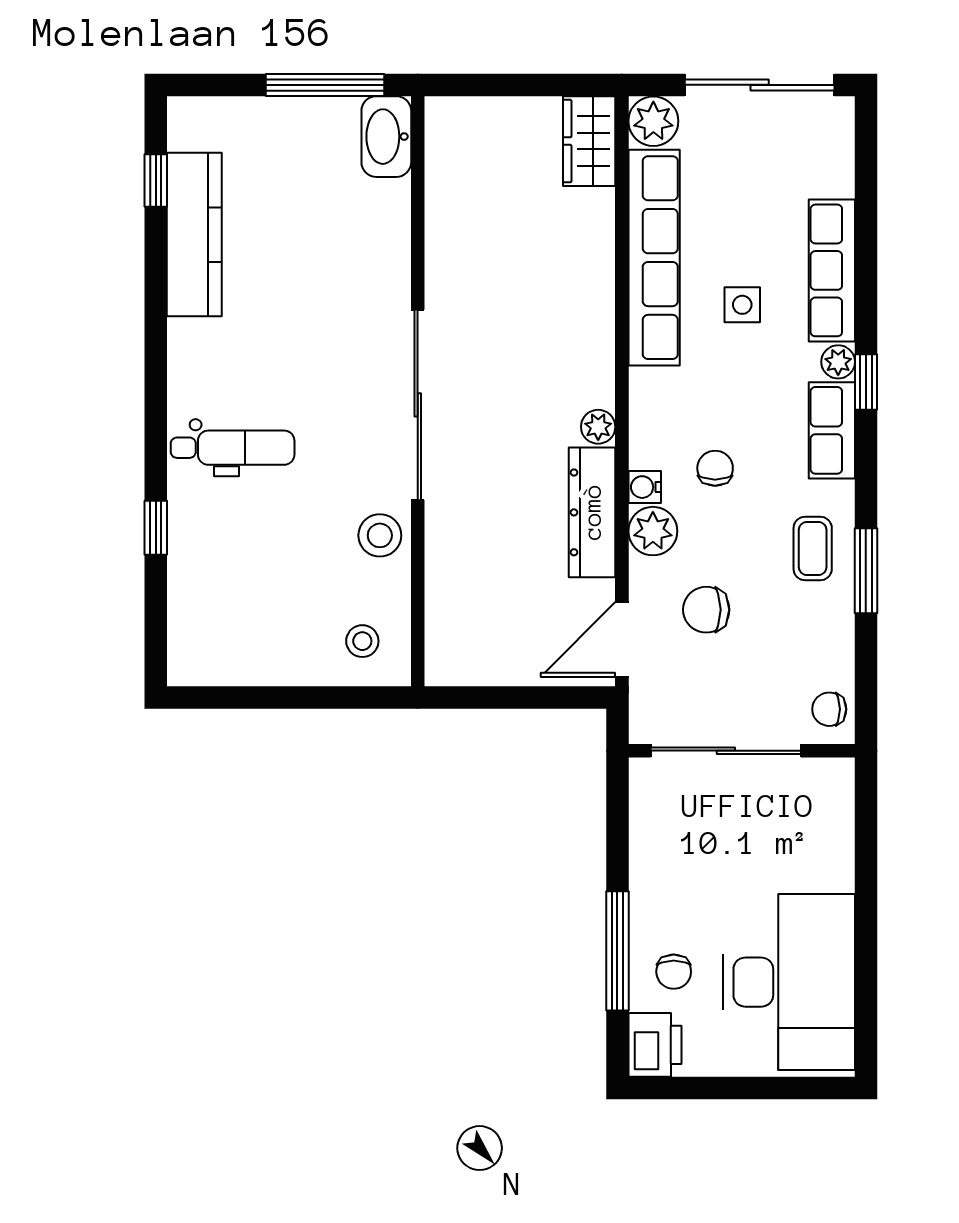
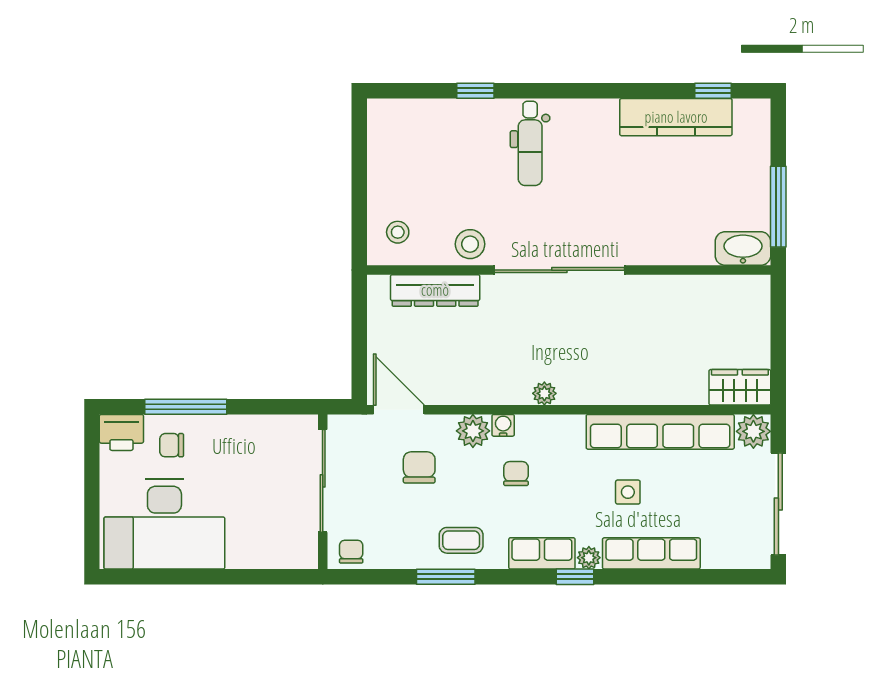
chair: (715, 468) -> (516, 474), turned -90
dresser: (592, 512) -> (435, 290), moved, turned 180

